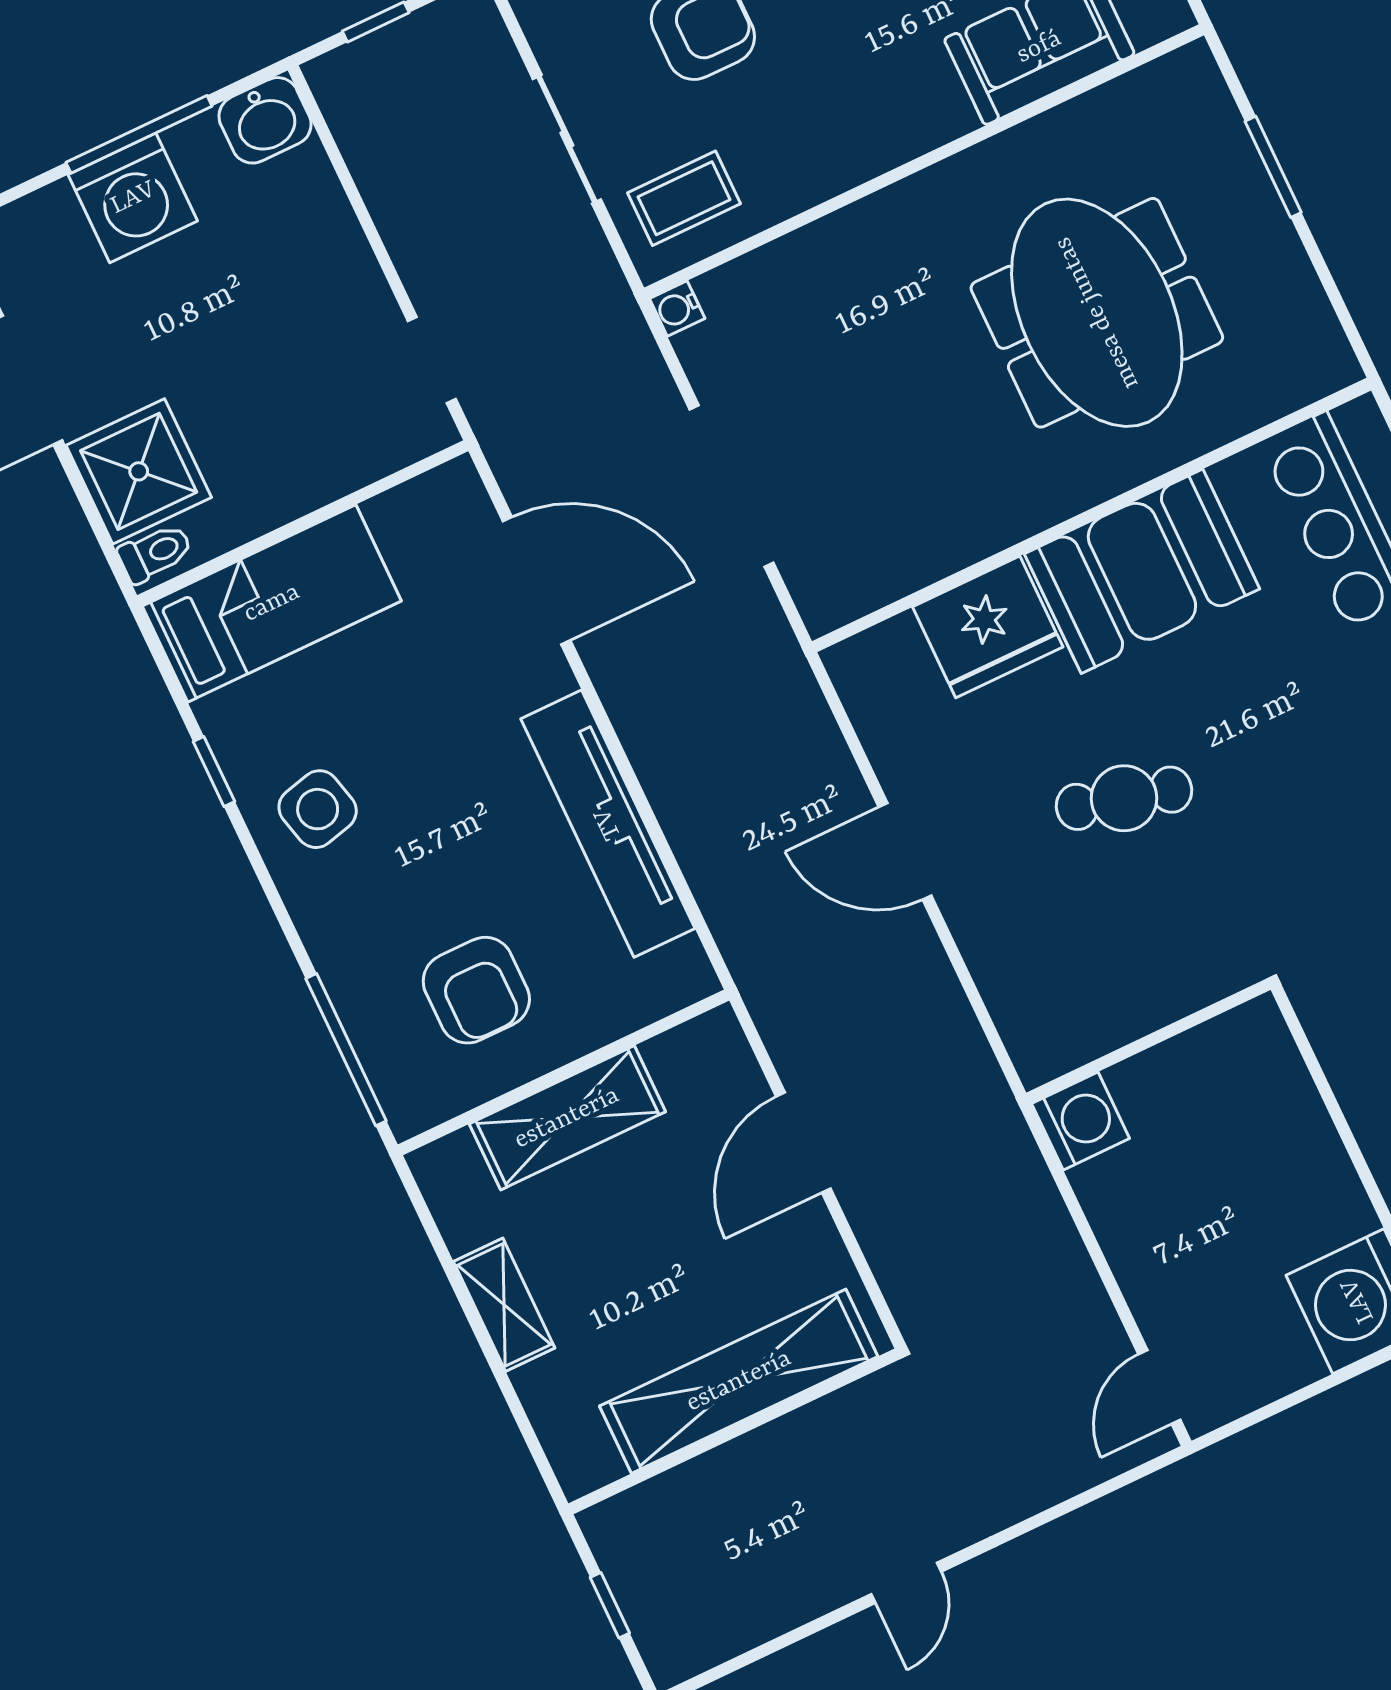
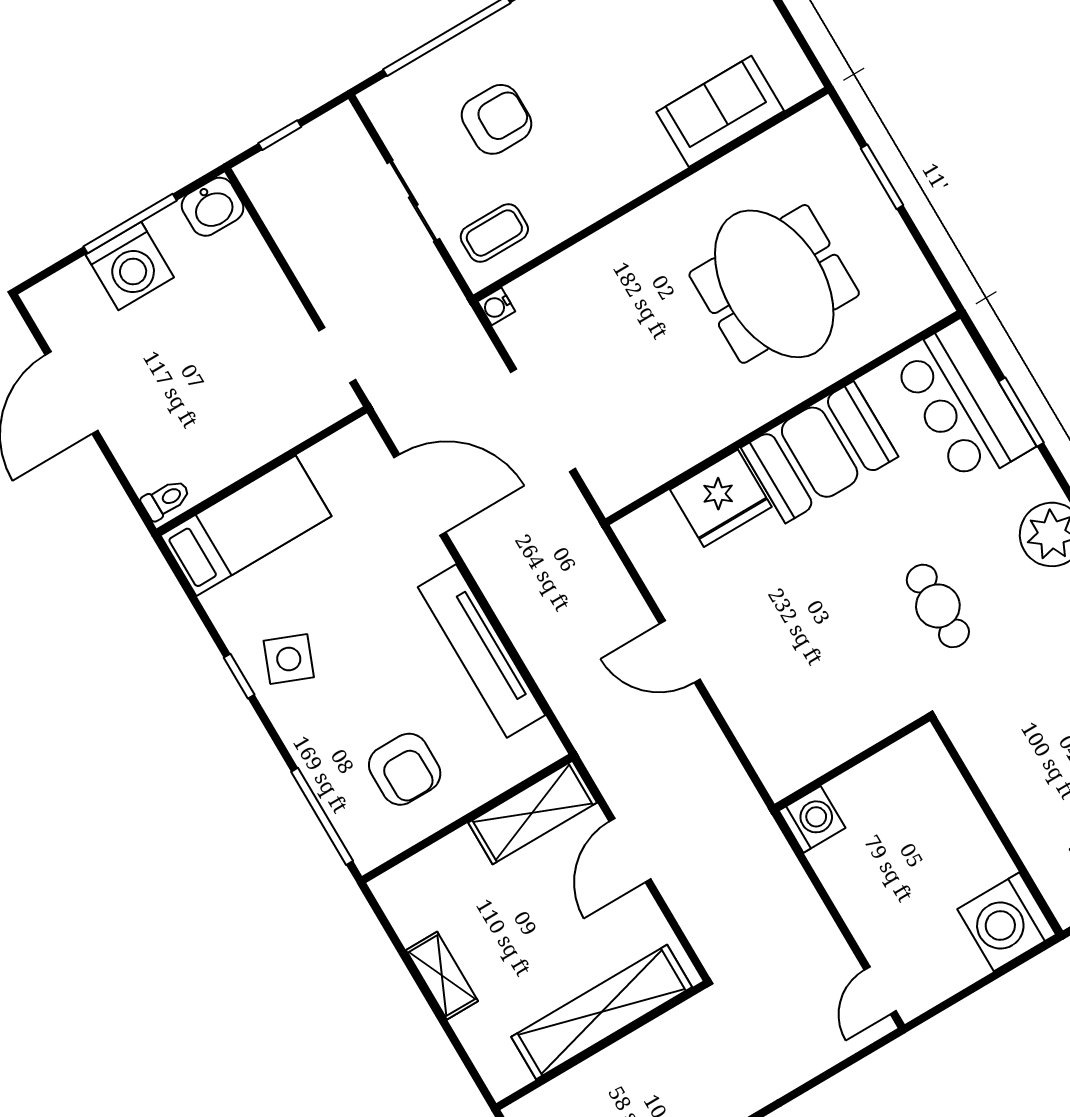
shower: (139, 471) -> (150, 446), removed
window: (214, 771) -> (239, 676), moved
cafe table: (1124, 798) -> (938, 606), moved, turned 75
side table: (318, 809) -> (289, 659), turned 36
shelving: (567, 1118) -> (533, 813), moved

